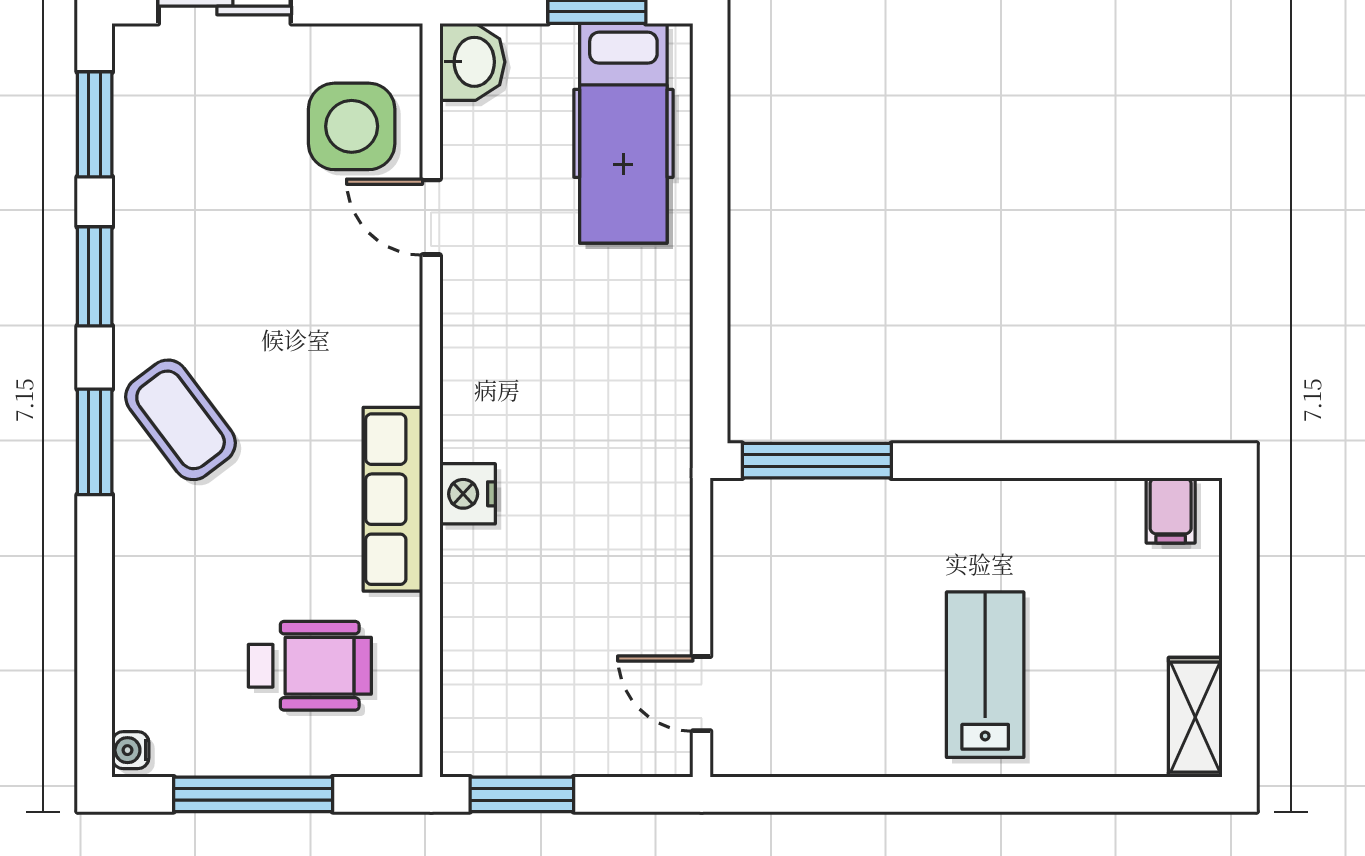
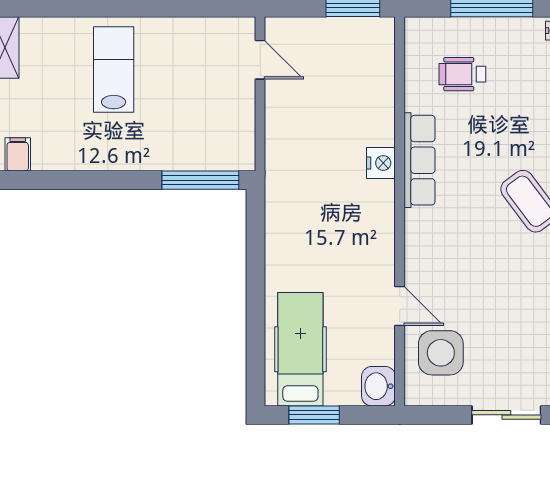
wheelchair: (310, 666) -> (462, 74), width x0.73, depth x0.73
lab bench: (985, 675) -> (114, 70), turned 180

